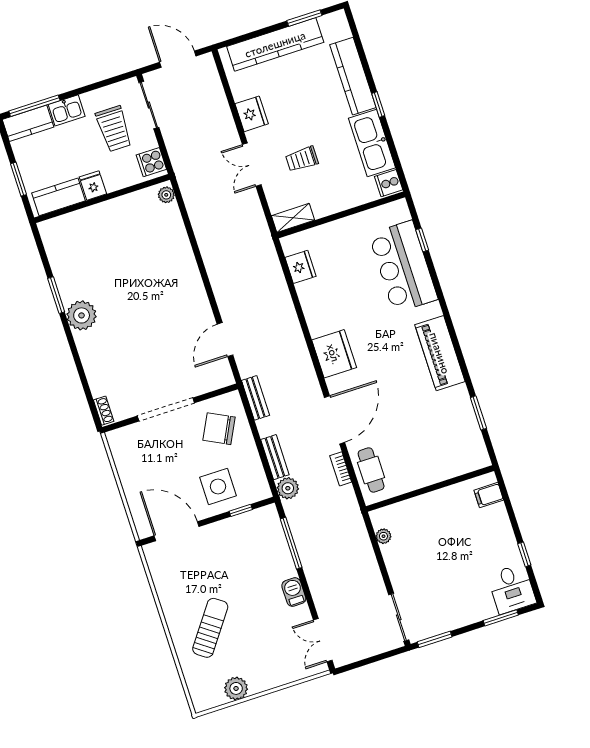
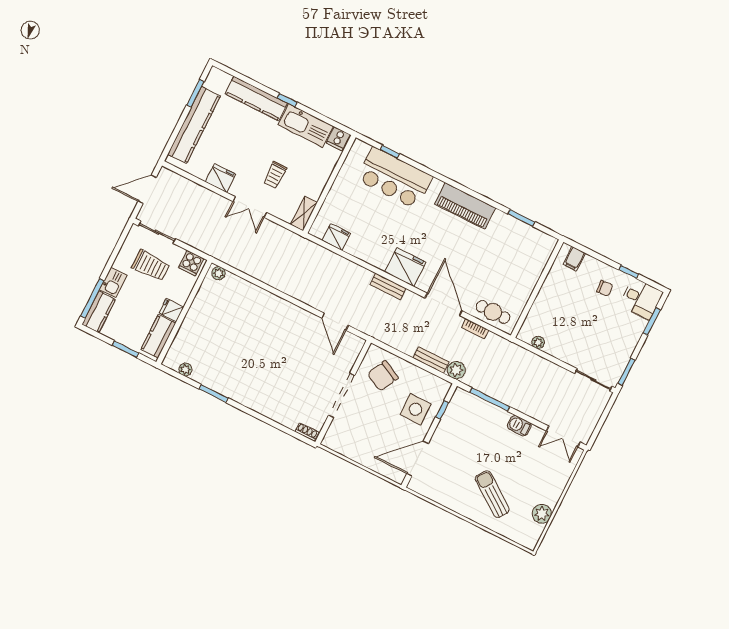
plant: (82, 315) -> (185, 369), moved, width x0.53, depth x0.53
bench: (256, 398) -> (388, 286), moved
chair: (489, 548) -> (605, 288), added

